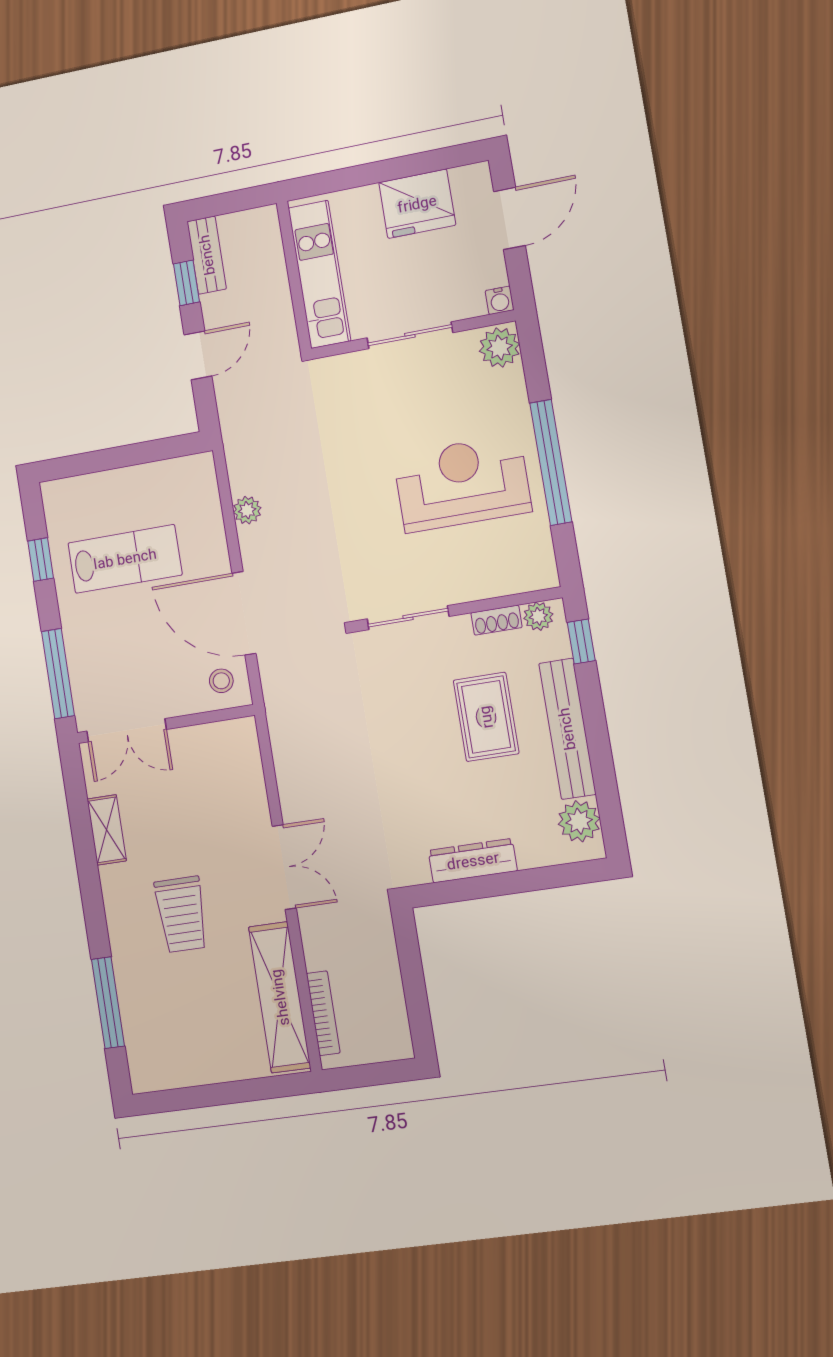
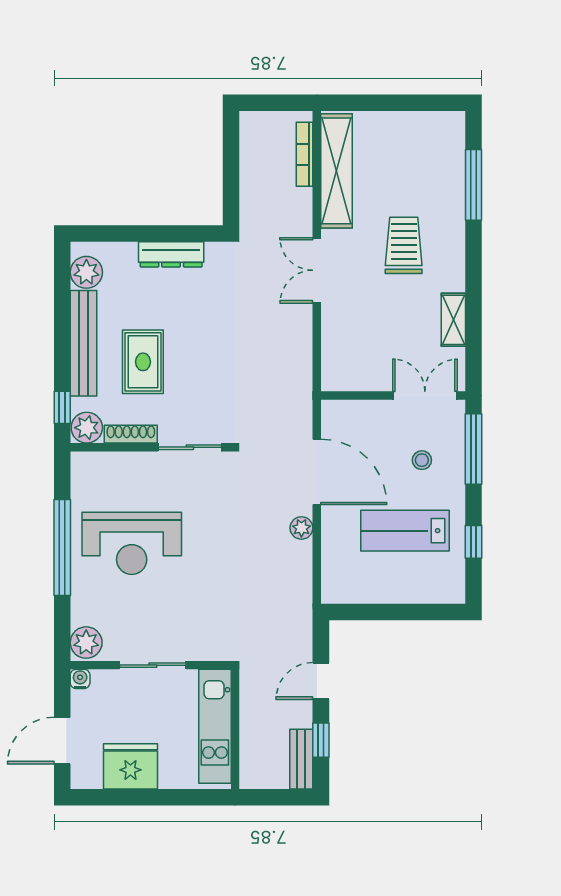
plant: (247, 510) -> (301, 528), moved
plant: (538, 616) -> (87, 428), width x1.38, depth x1.38
shoe rack: (496, 620) -> (131, 434), width x1.43
stool: (221, 681) -> (422, 460), moved

